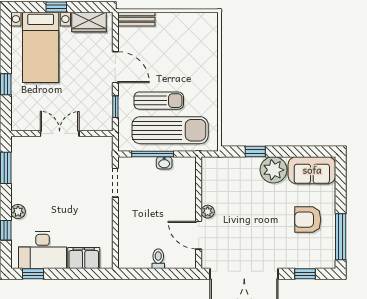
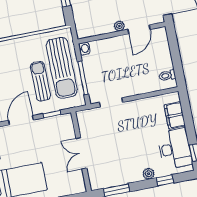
sun lounger: (170, 130) -> (62, 68), turned 180
washbasin: (164, 163) -> (84, 49), moved
toilet: (158, 259) -> (167, 75), moved

